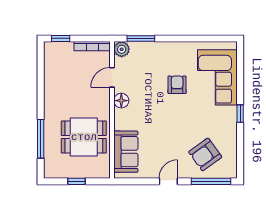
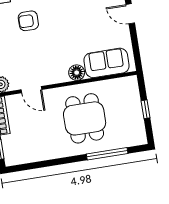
floor lamp: (121, 101) -> (77, 73), moved
dining table: (84, 137) -> (85, 118), moved

